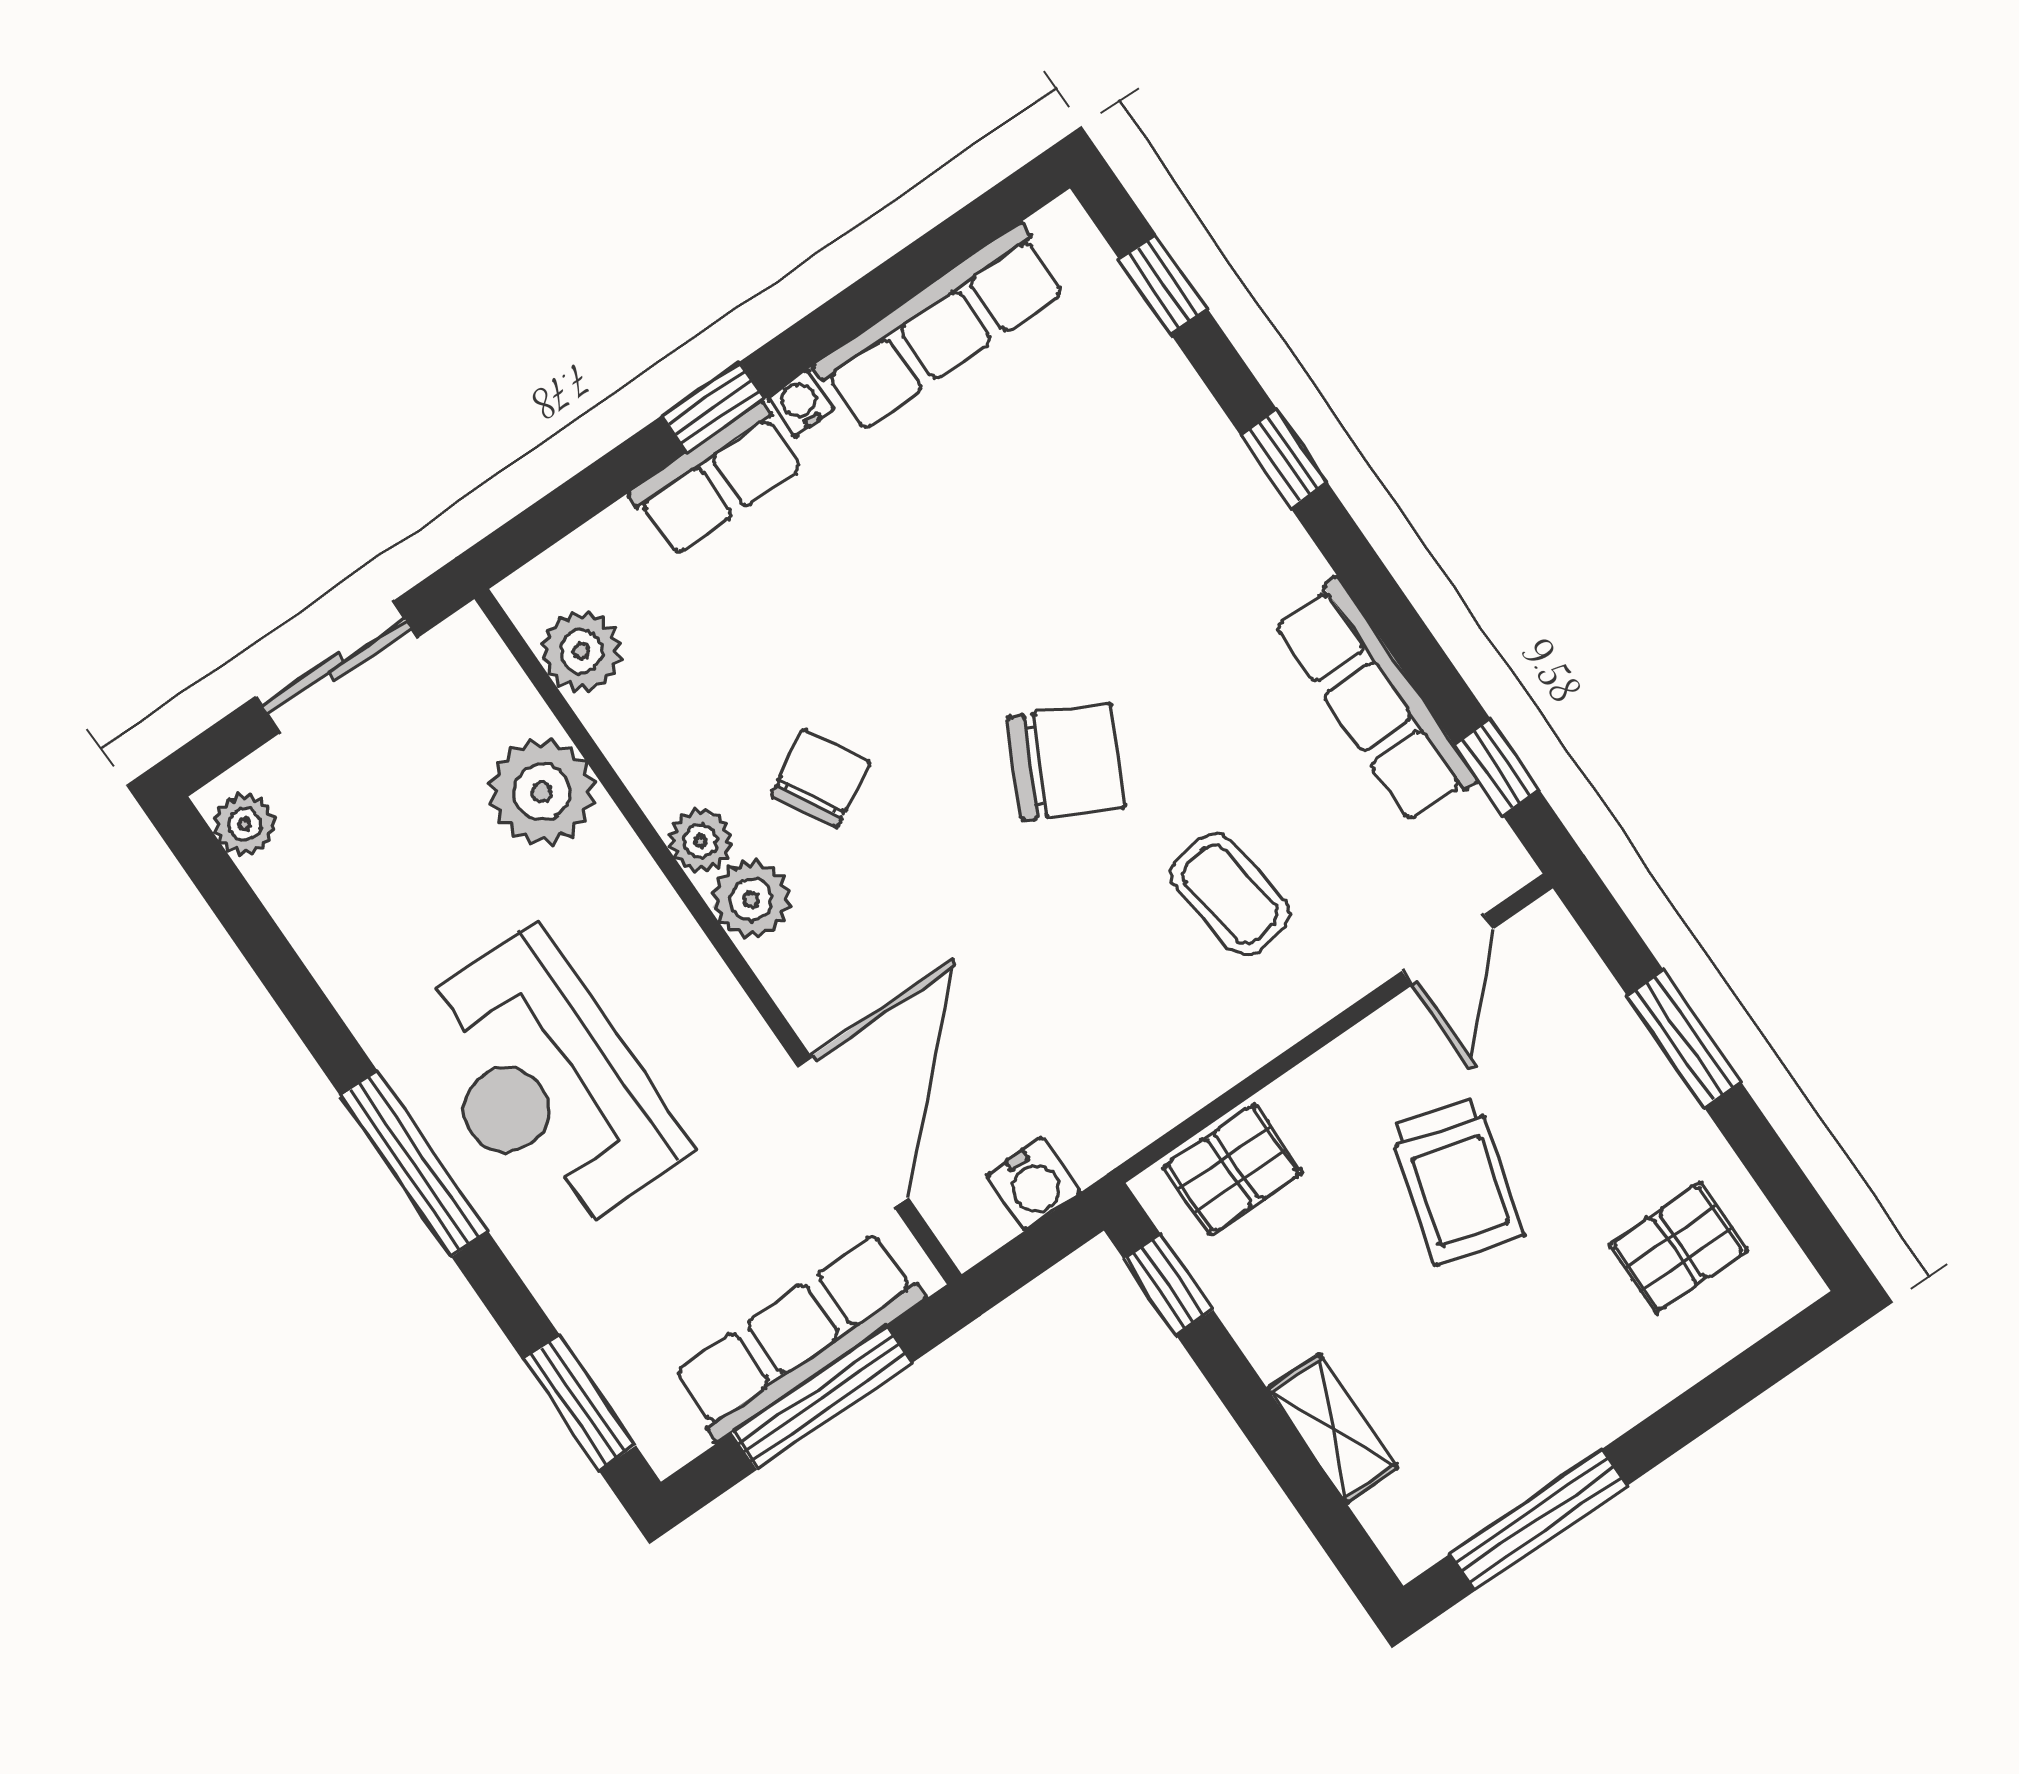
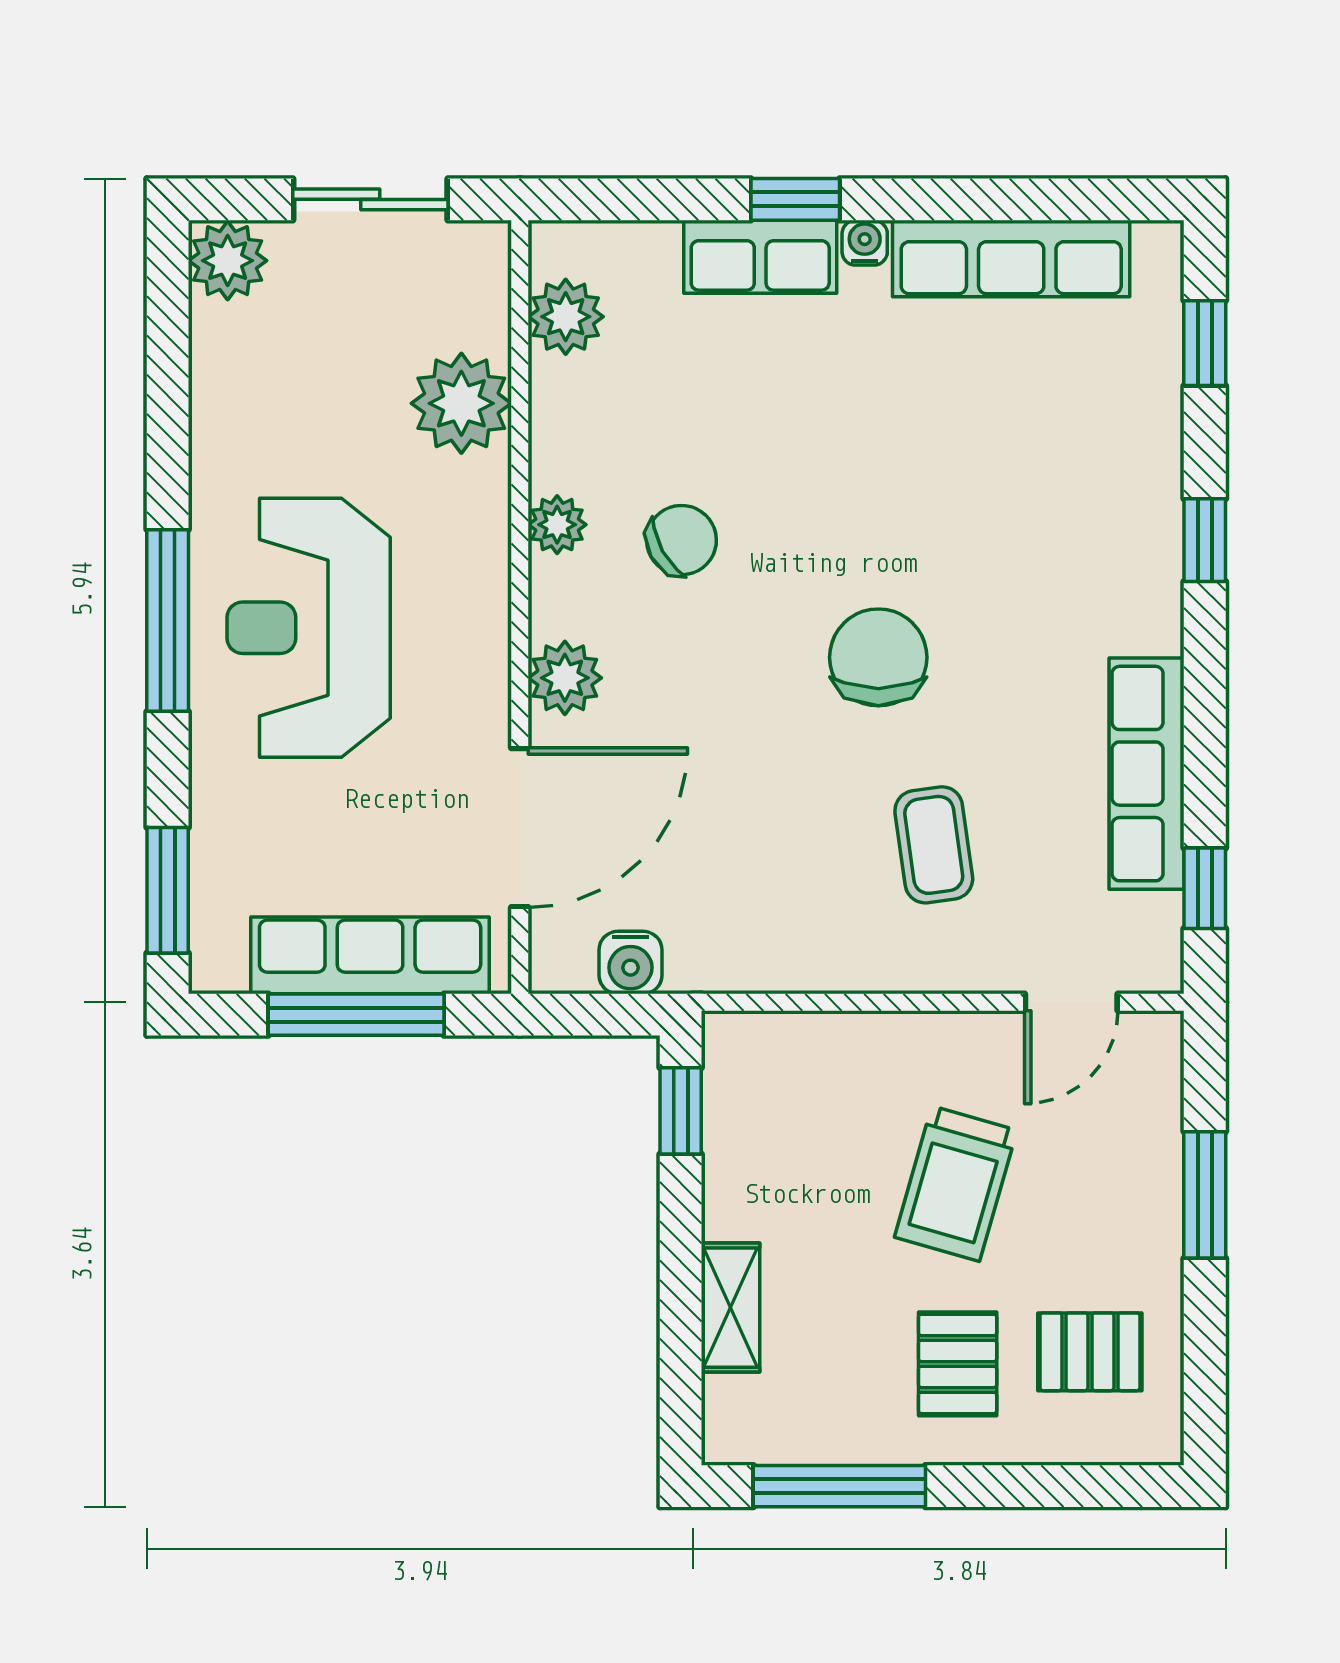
chair: (1066, 762) -> (878, 657), turned -117
plant: (245, 824) -> (228, 261), width x1.38, depth x1.38
plant: (751, 899) -> (565, 678), moved
pallet: (1233, 1169) -> (958, 1364), moved, turned 90

